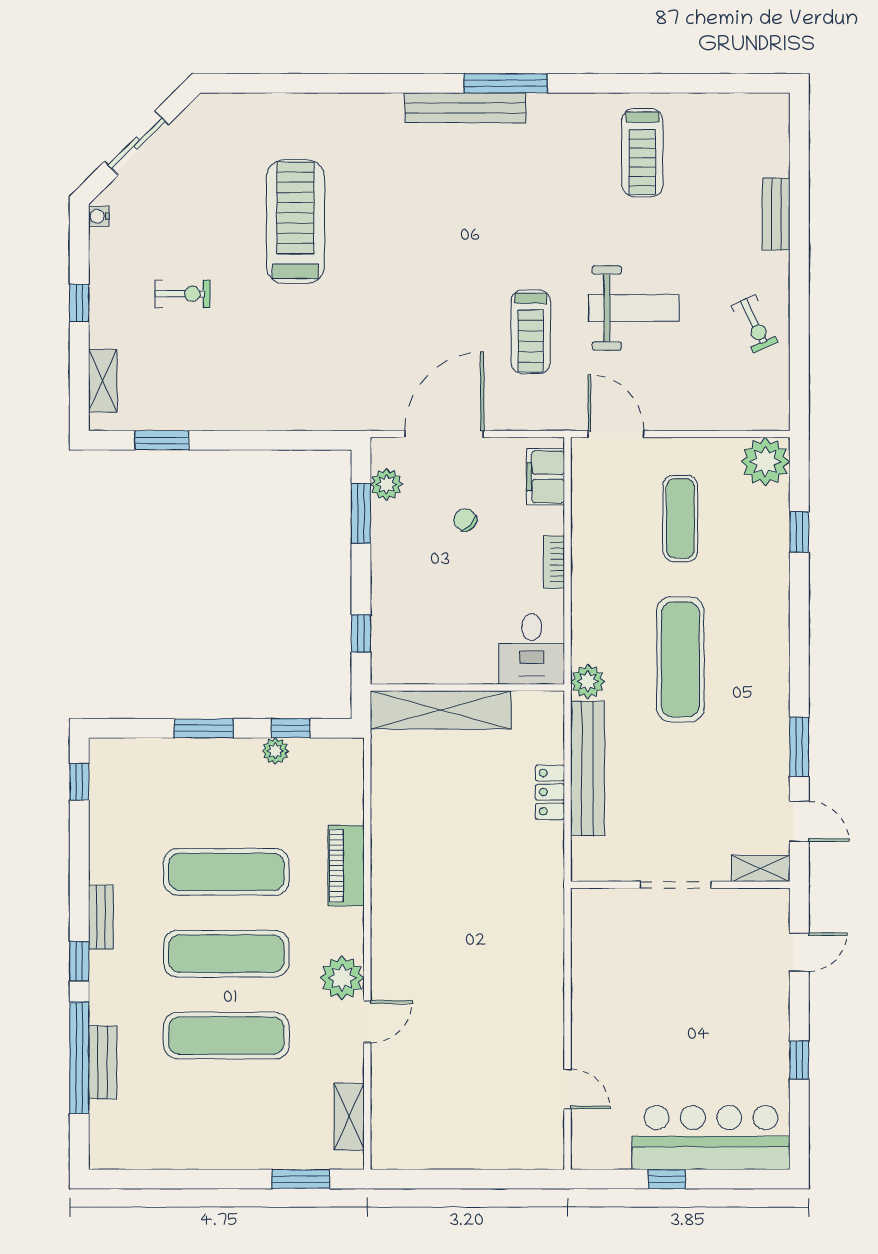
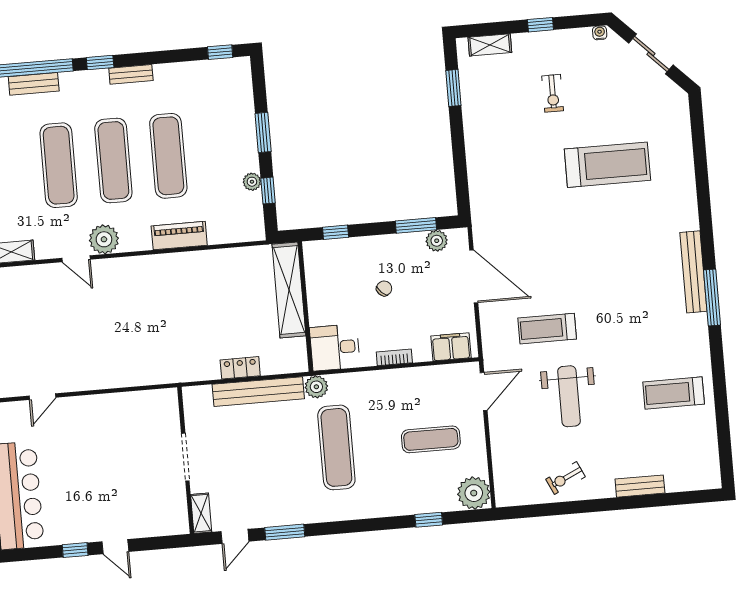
chair: (465, 520) -> (384, 288), moved
exercise mat: (680, 659) -> (336, 447), turned 90
door: (799, 952) -> (115, 547), moved

